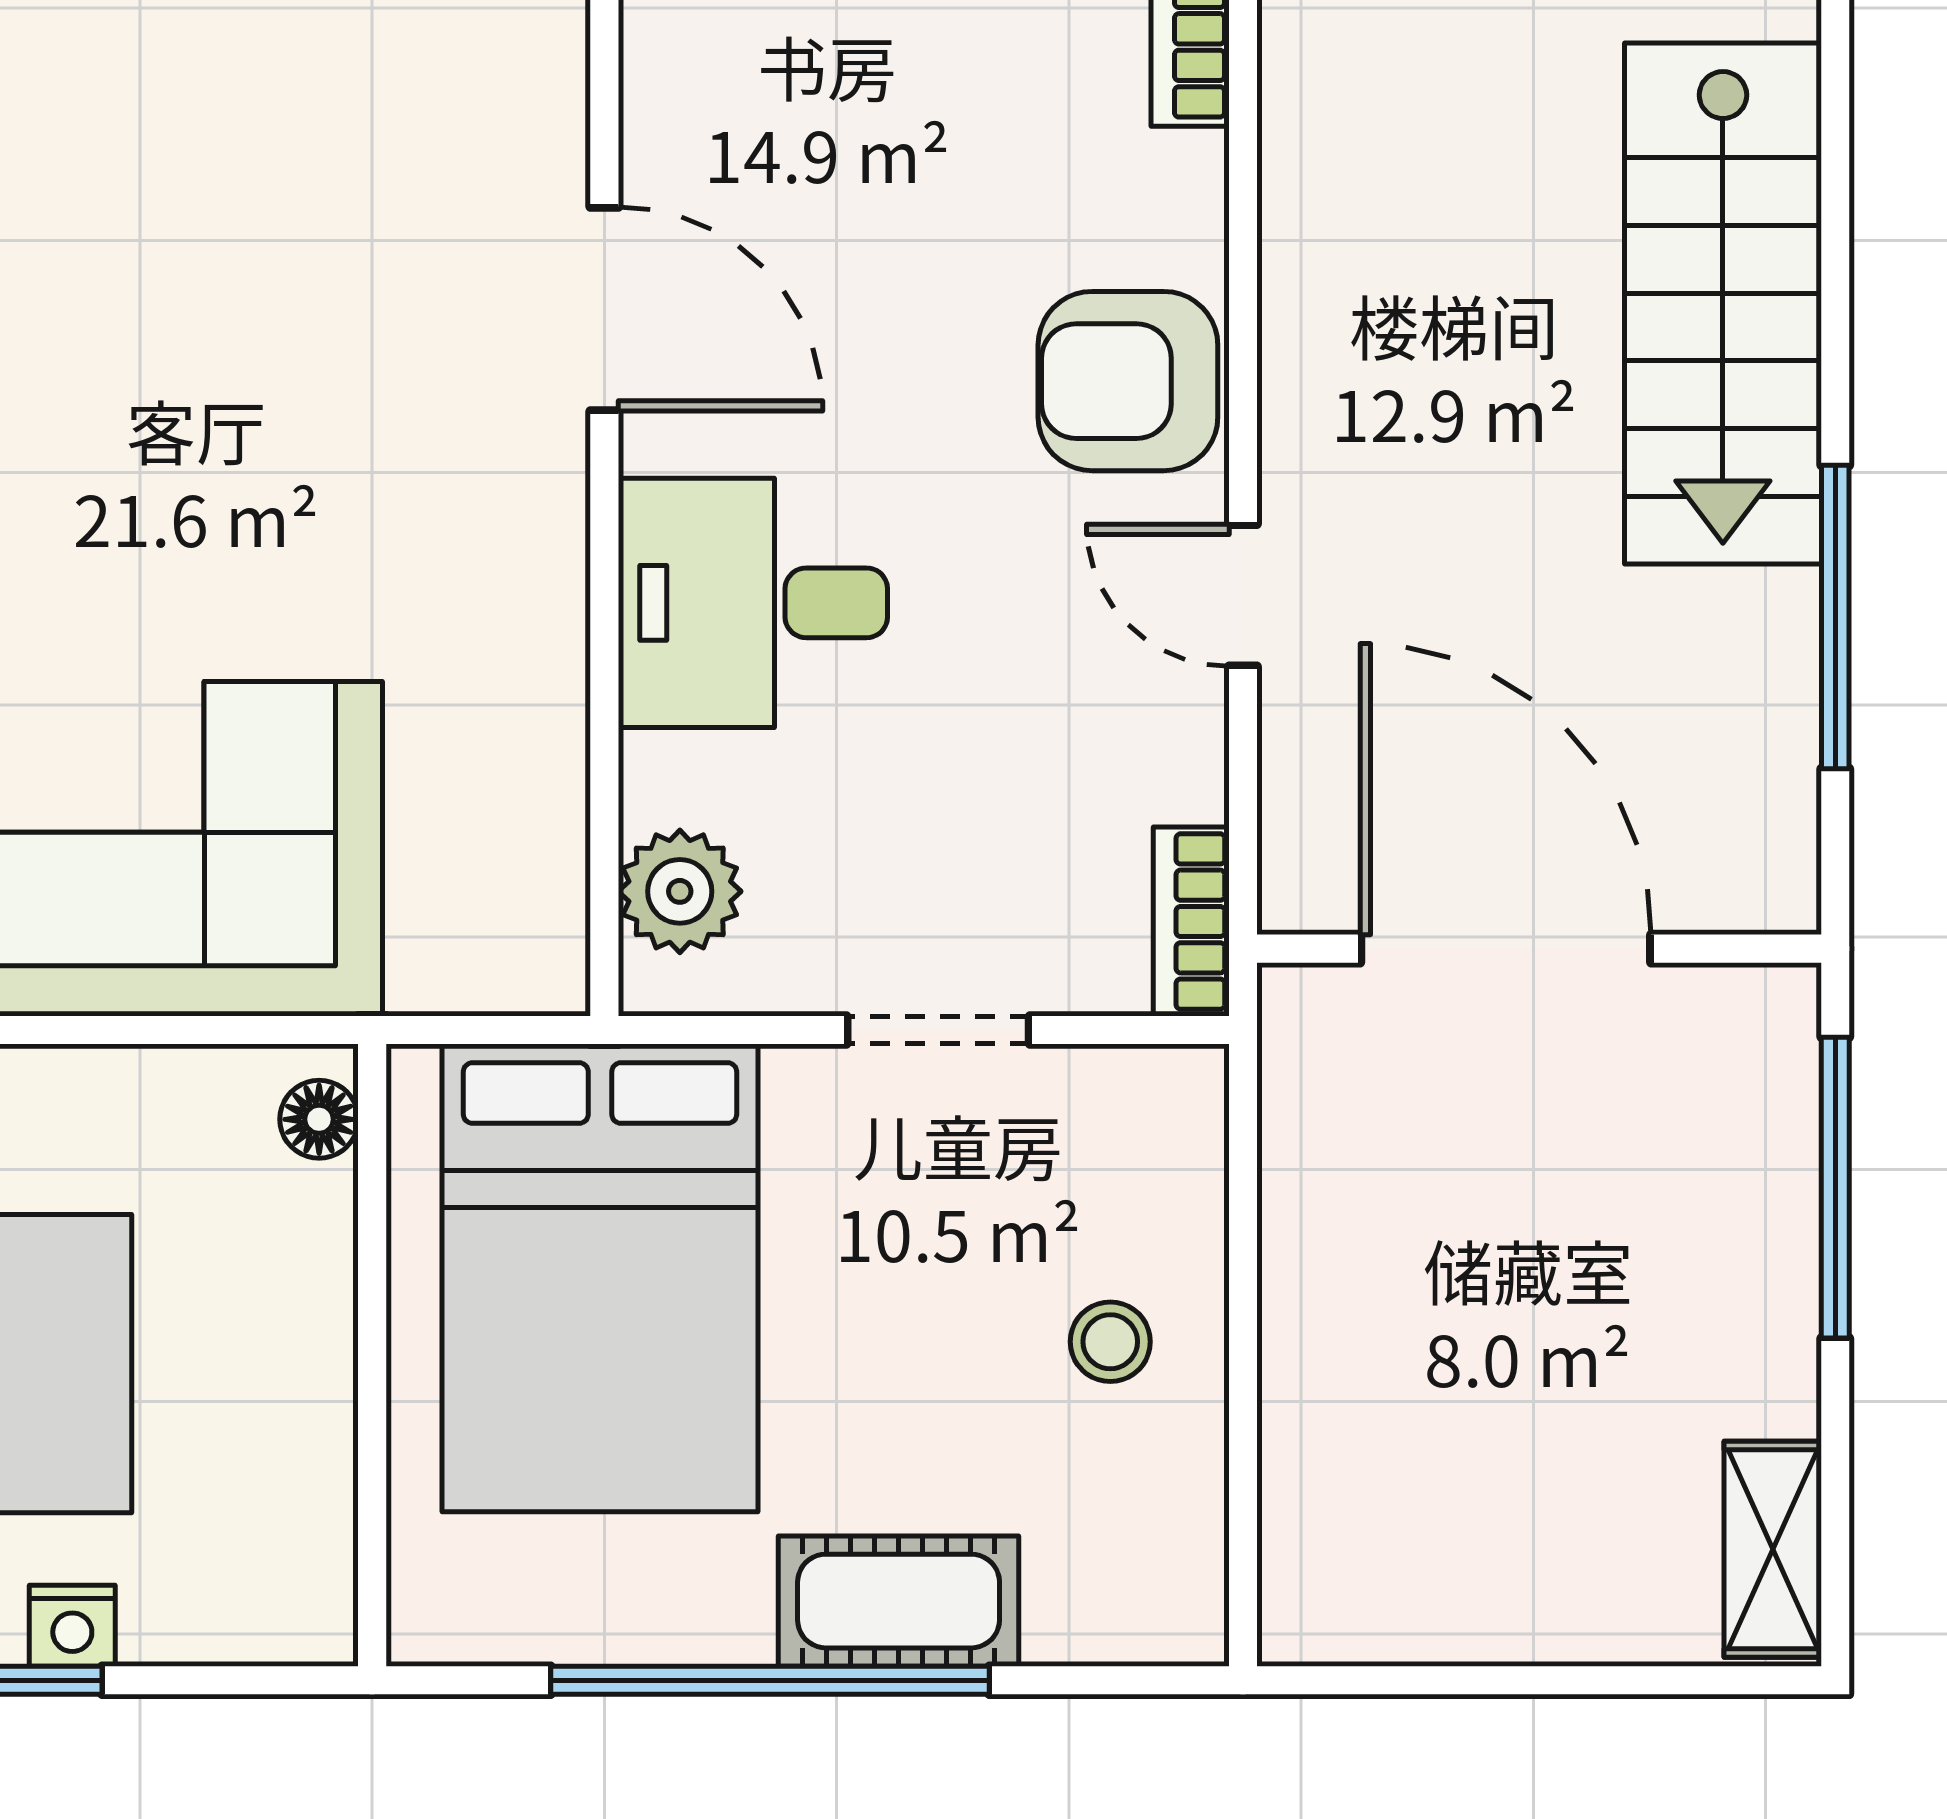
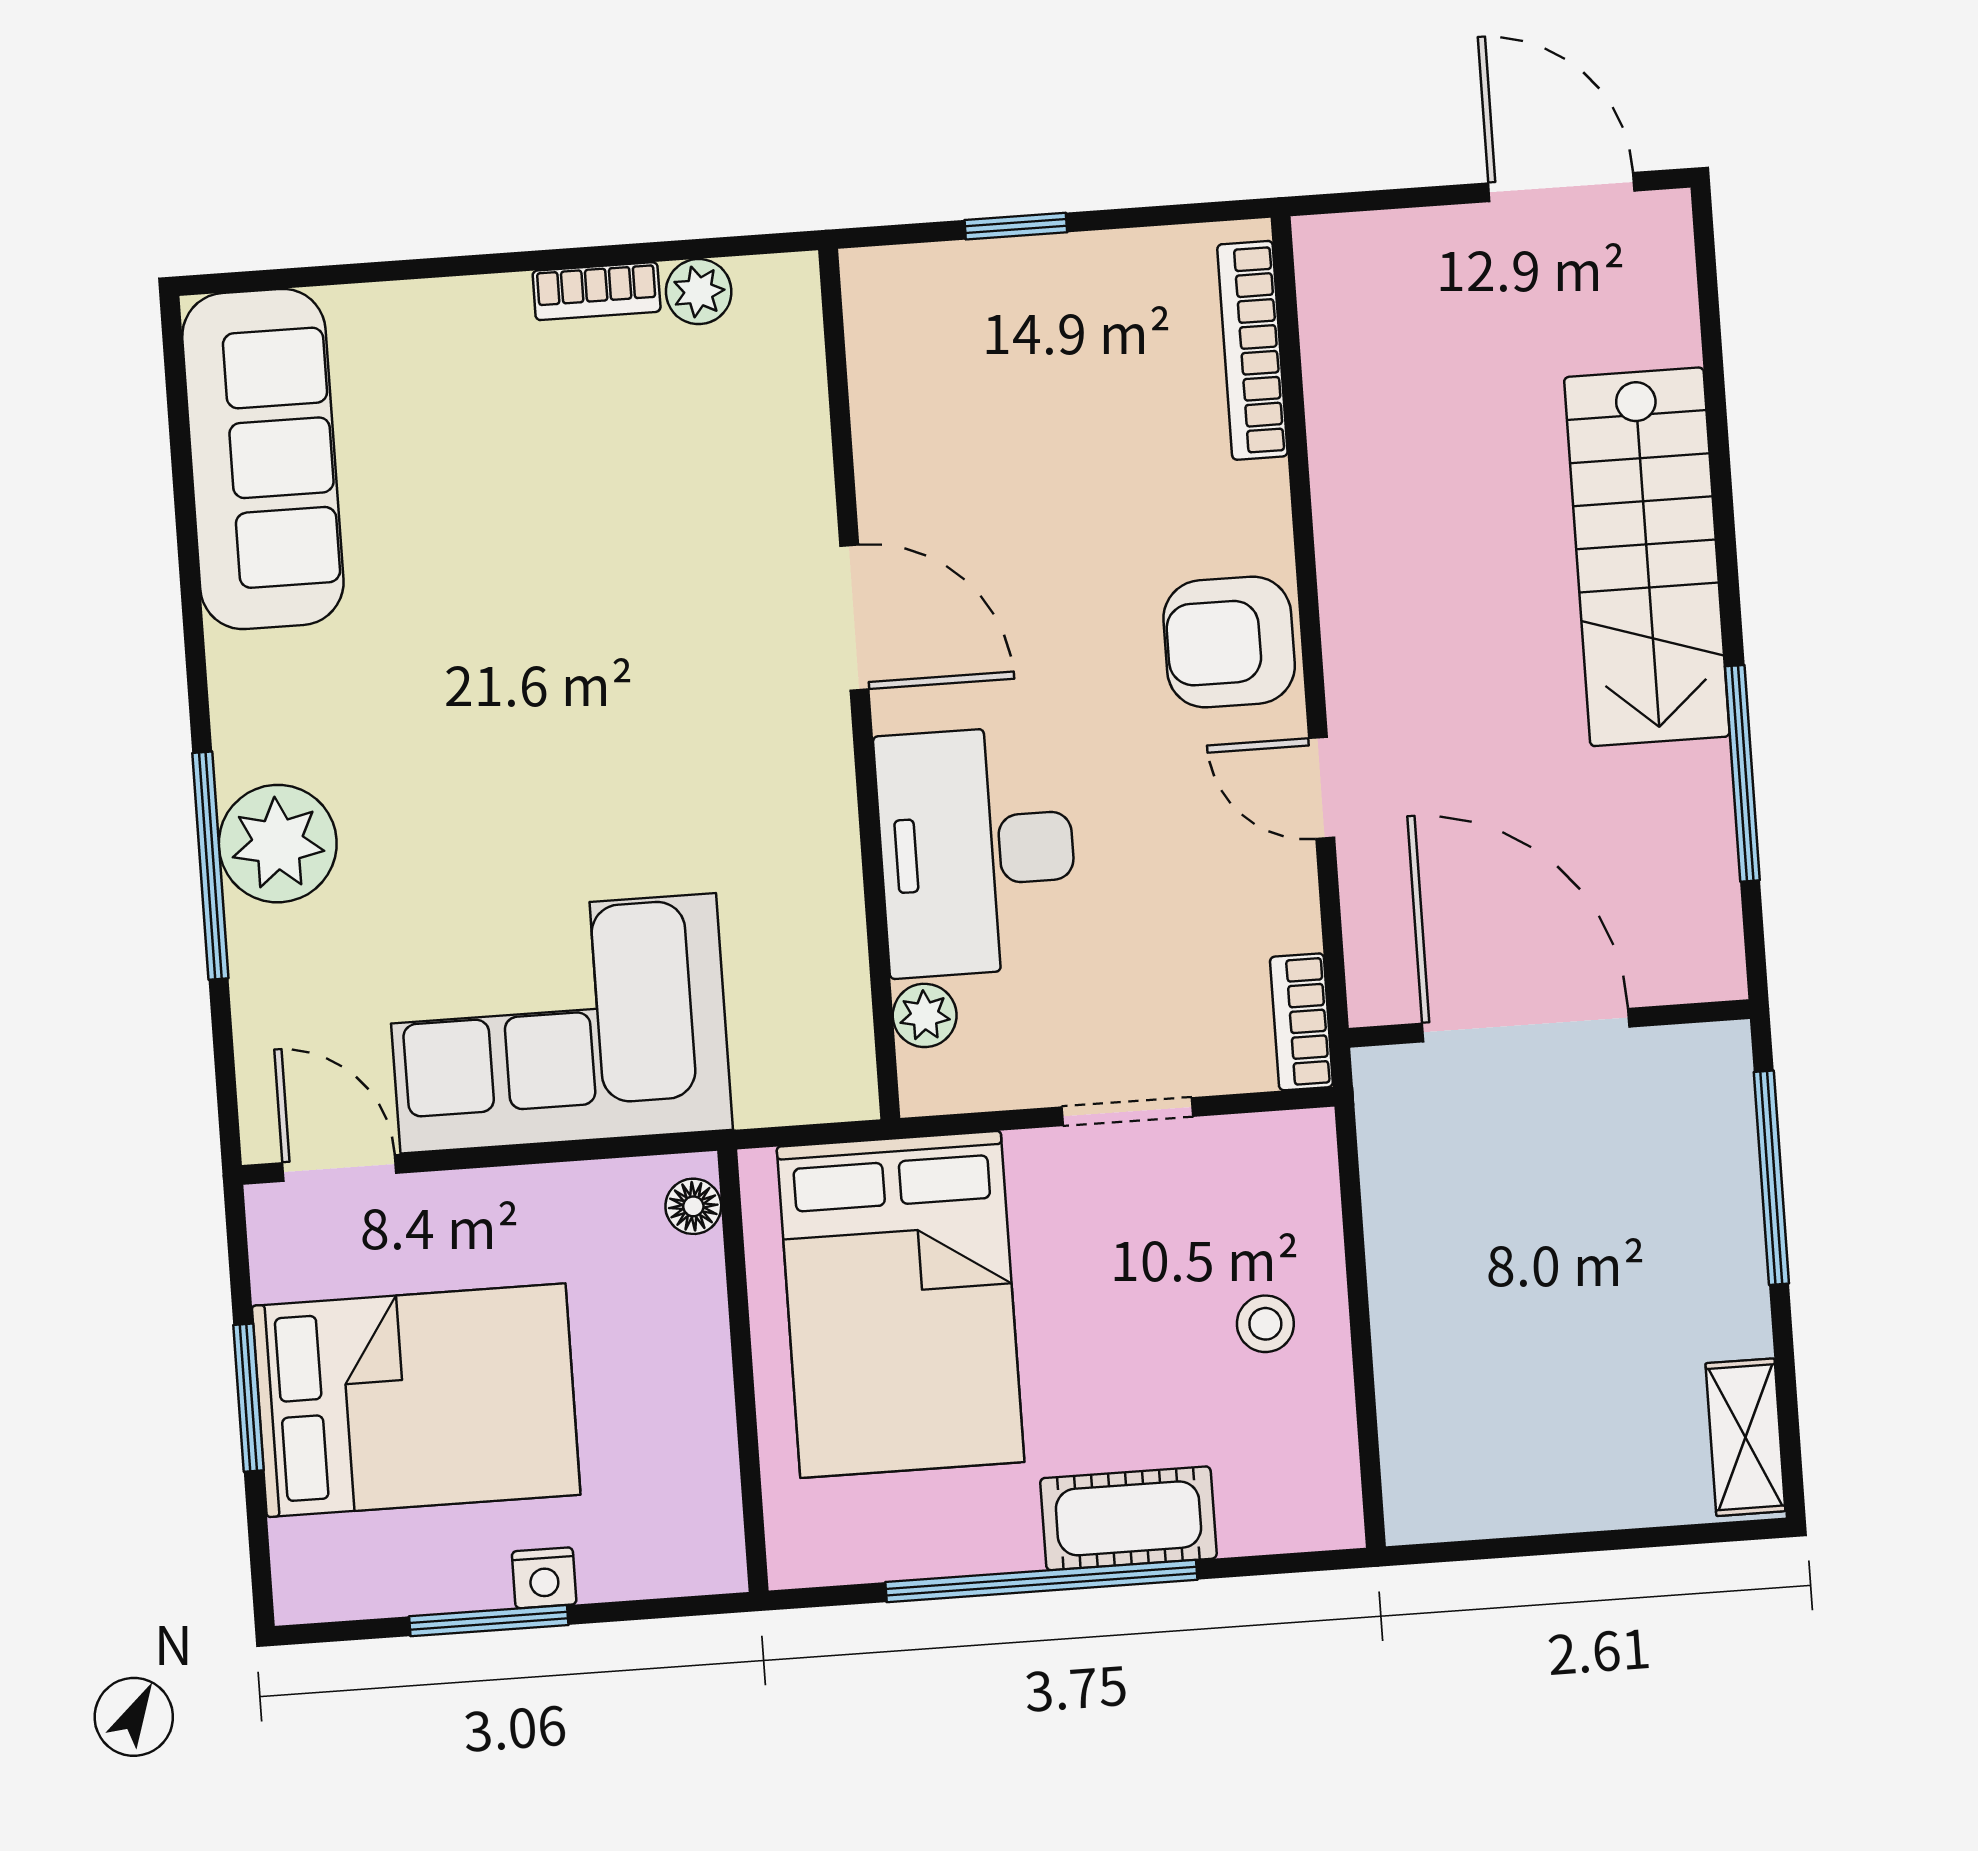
desk: (753, 603) -> (977, 851), width x1.37
plant: (680, 891) -> (925, 1015), width x0.73, depth x0.73

